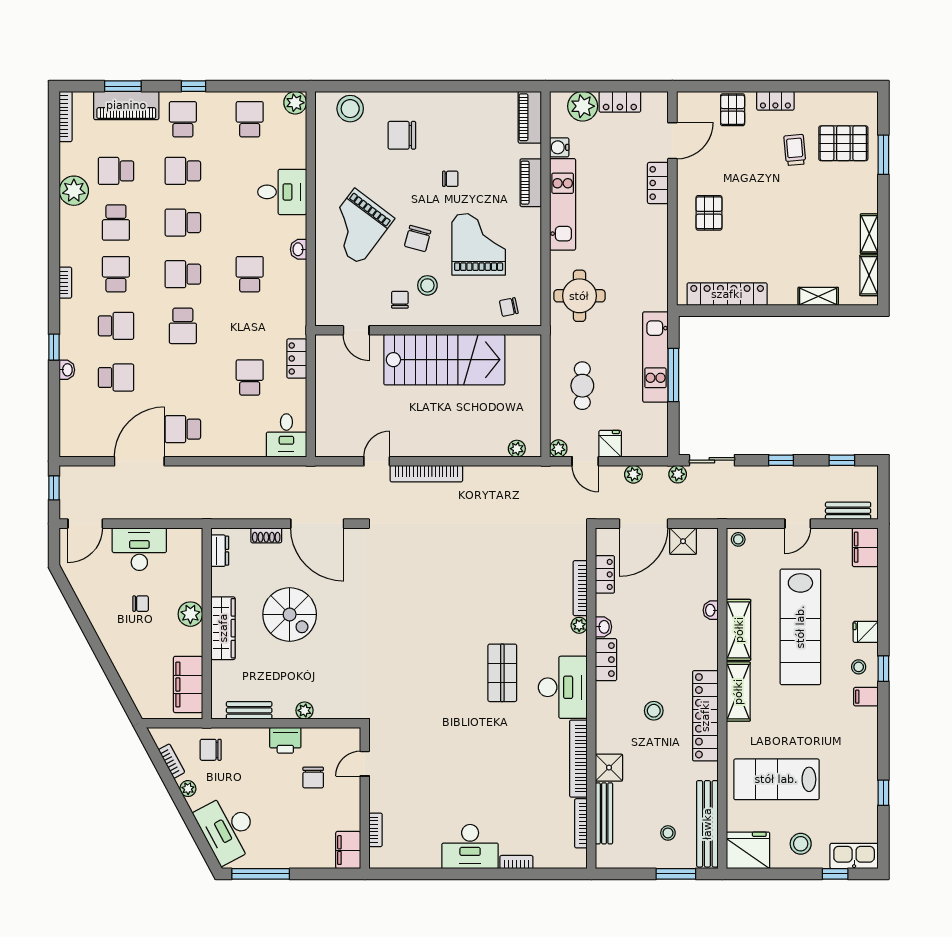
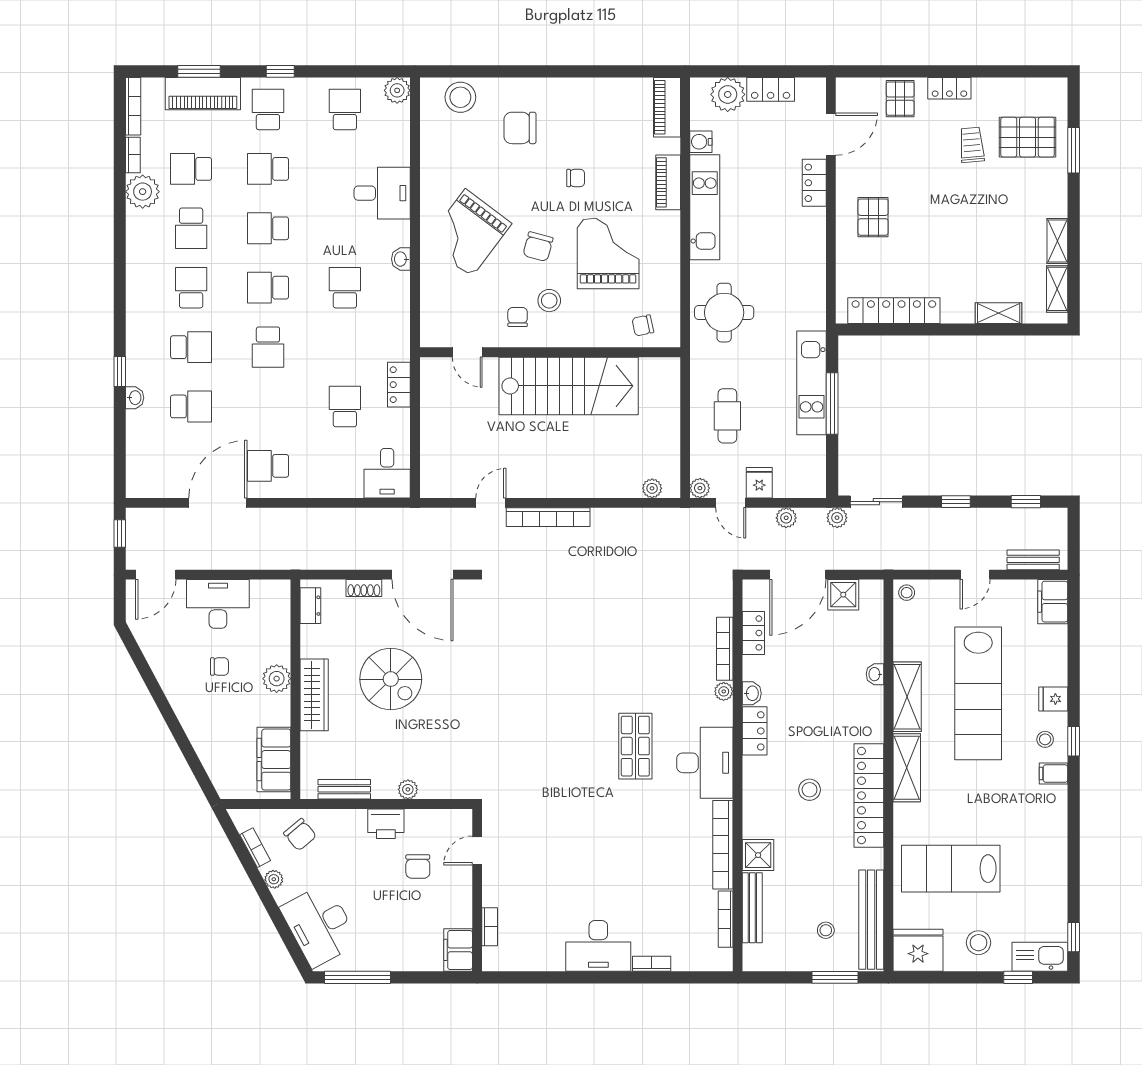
bookcase: (65, 283) -> (133, 155), moved
chair: (211, 750) -> (300, 835), turned -130
window: (883, 793) -> (1074, 937), moved

